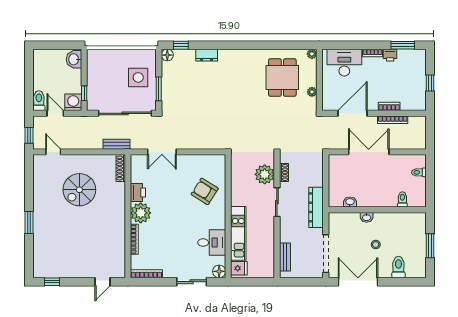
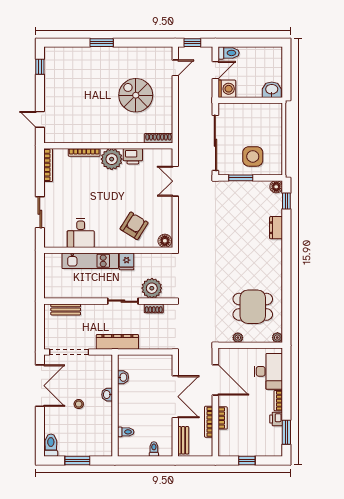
window: (84, 93) -> (236, 100), removed
bench: (116, 144) -> (183, 440), moved
toilet: (398, 267) -> (51, 445), moved, turned -90
fridge: (239, 268) -> (127, 261), moved
floor lamp: (219, 271) -> (165, 241), moved

